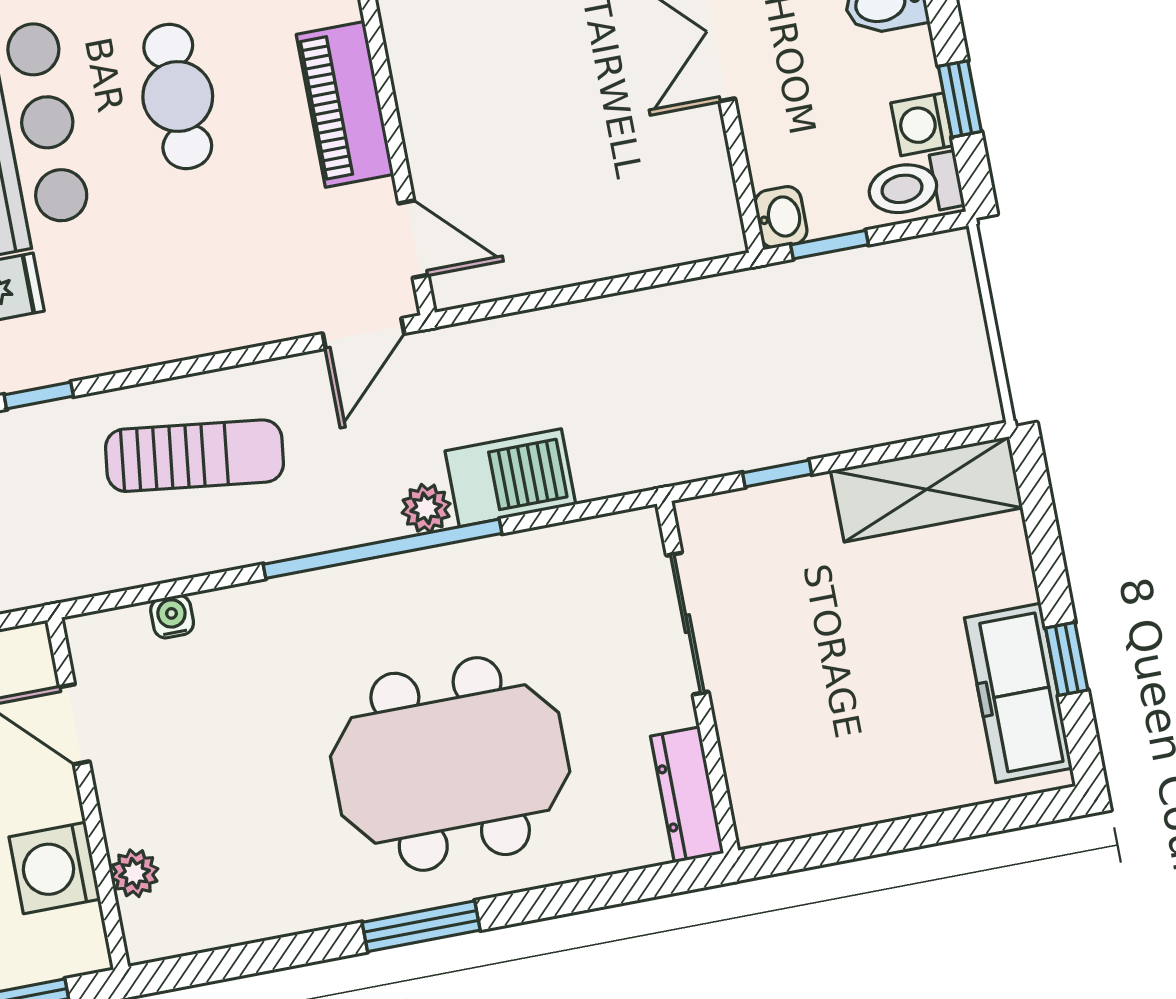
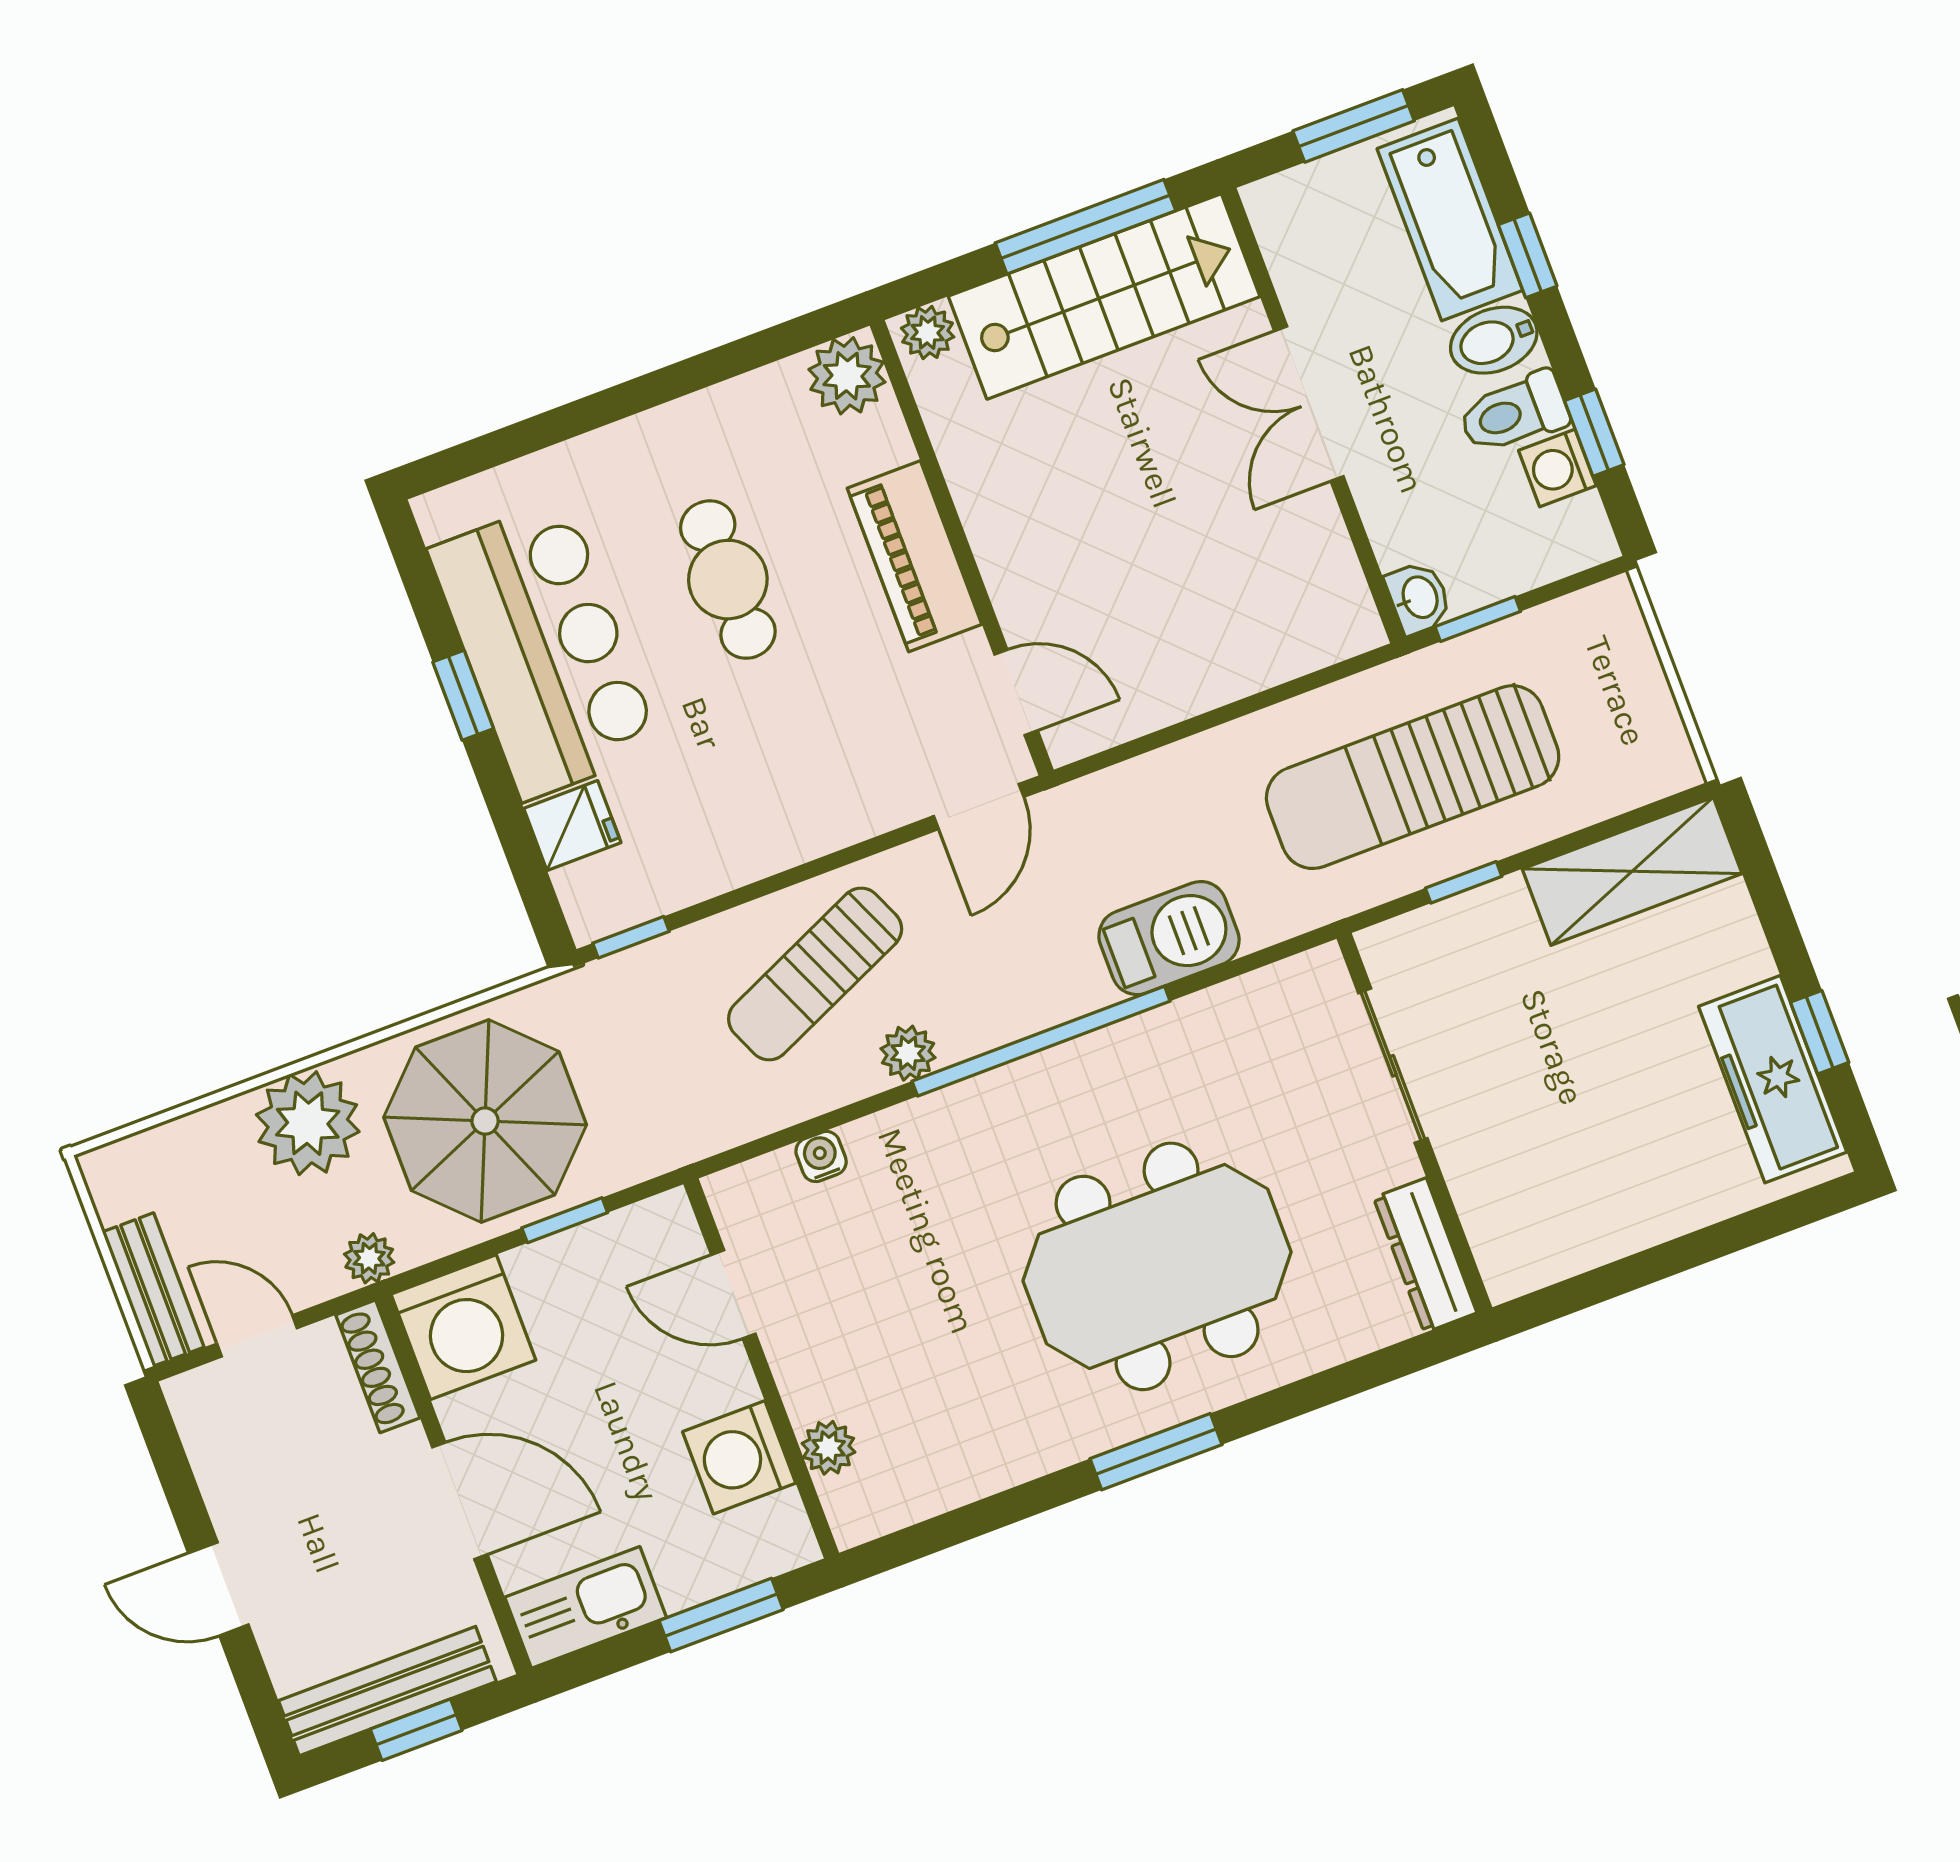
toilet: (915, 186) -> (1514, 413), moved
sun lounger: (748, 374) -> (1413, 777), added
sun lounger: (194, 456) -> (815, 974), turned 149
plant: (426, 508) -> (908, 1053), moved

